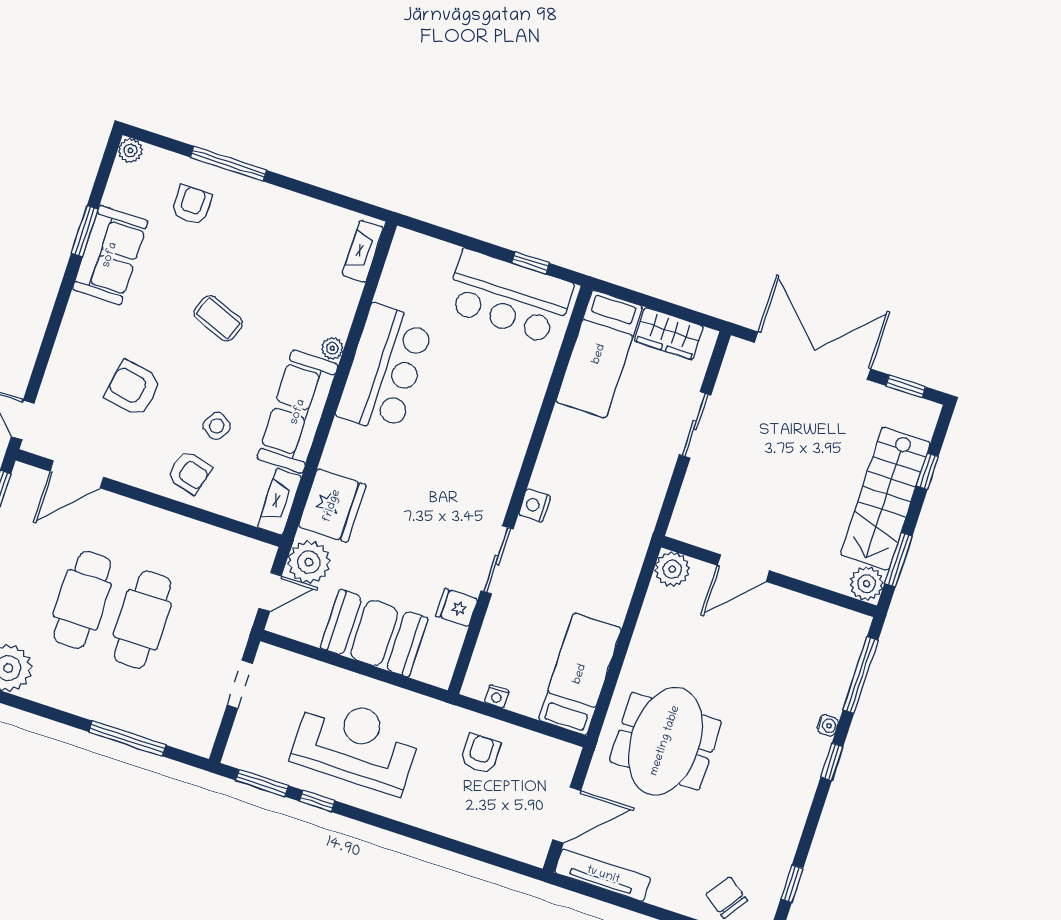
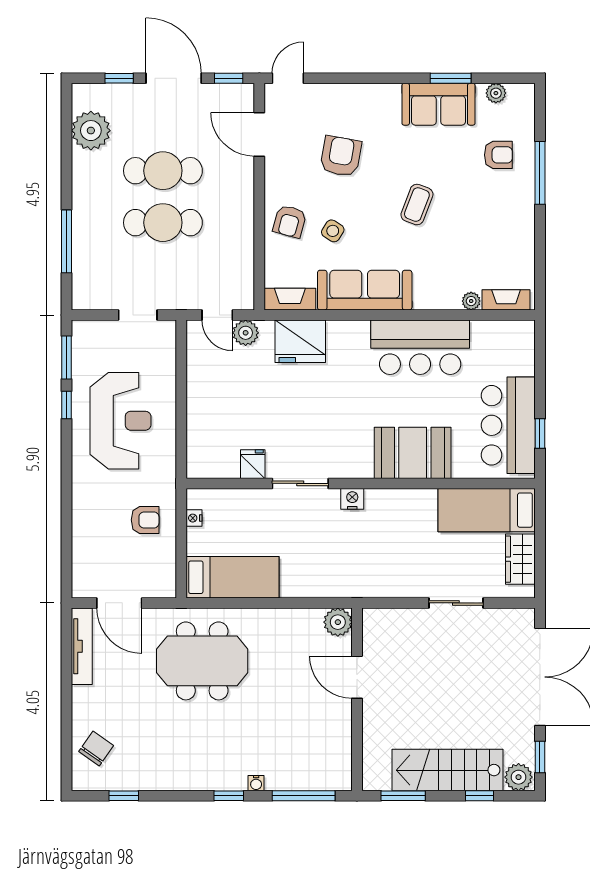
plant: (130, 150) -> (496, 93), moved
plant: (332, 348) -> (471, 301), moved
plant: (309, 562) -> (246, 333), width x0.73, depth x0.73
plant: (867, 584) -> (519, 777), moved
booth: (374, 633) -> (413, 453), moved, turned 90

